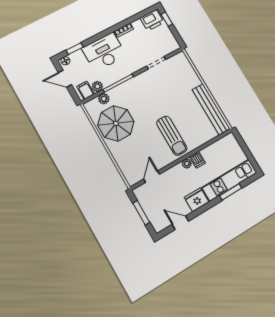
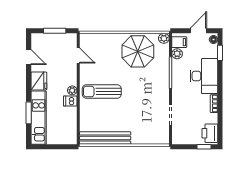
plant: (104, 99) -> (164, 38), moved
door: (180, 223) -> (29, 57), hinge flipped

